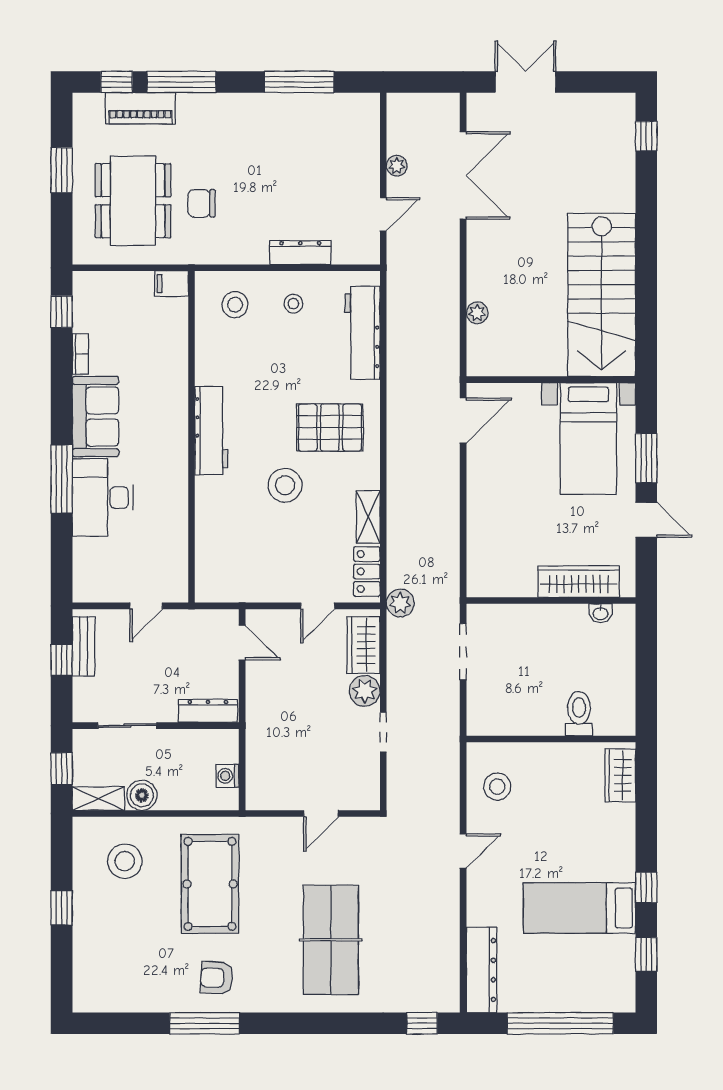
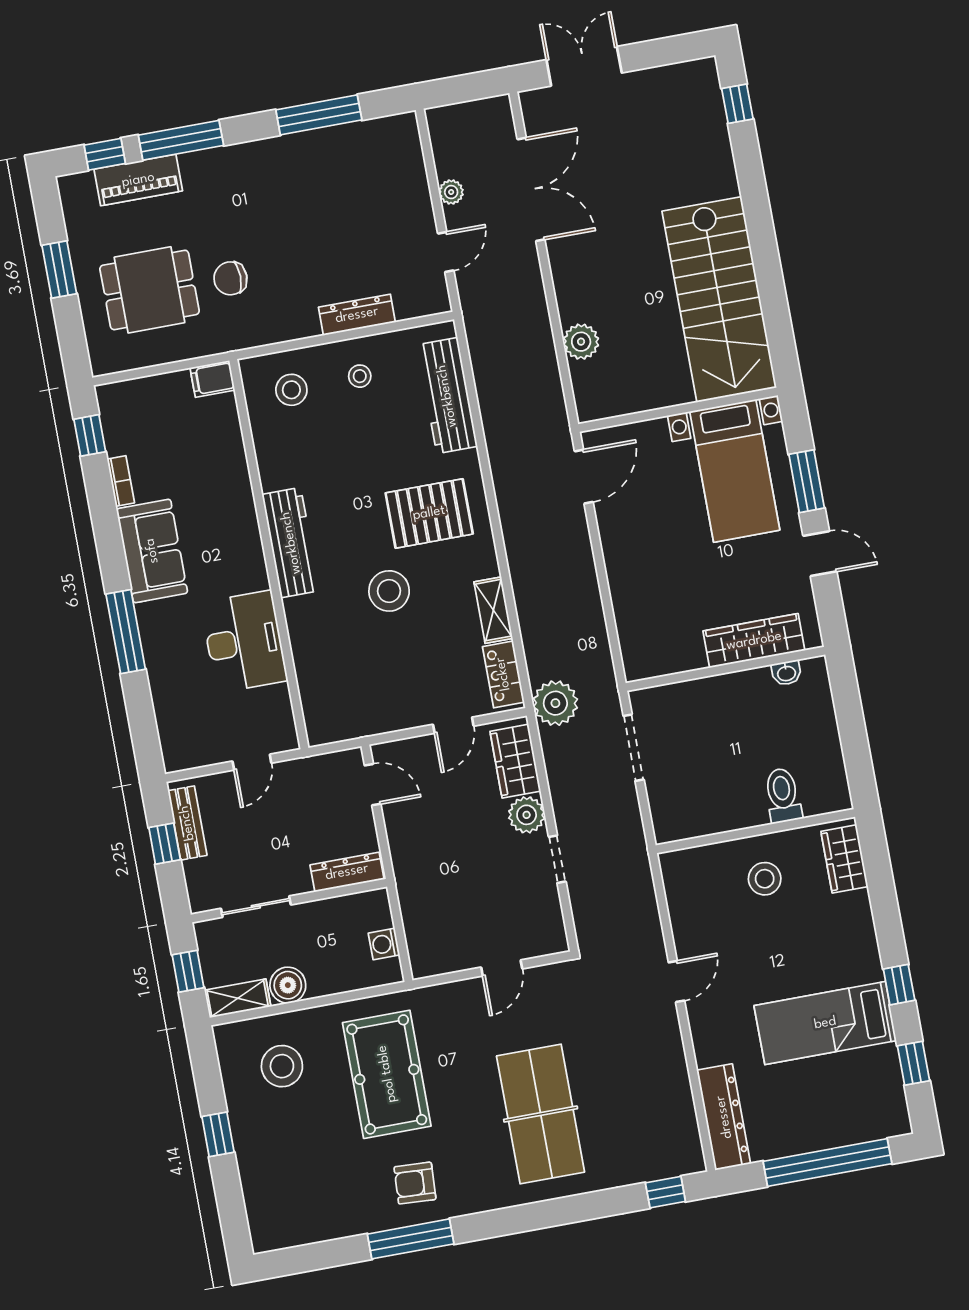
dining table: (133, 201) -> (150, 290), width x0.73
plant: (477, 313) -> (581, 342), width x1.38, depth x1.38
desk: (103, 498) -> (244, 642), moved, turned 180
plant: (400, 603) -> (555, 703), width x1.36, depth x1.36
stool: (497, 787) -> (765, 879), moved

